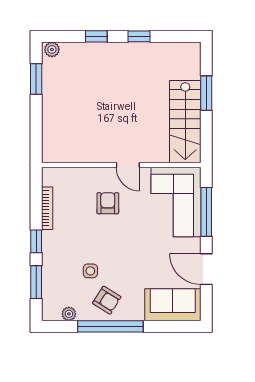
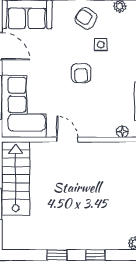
floor lamp: (66, 174) -> (122, 132), added
armchair: (108, 203) -> (81, 73), moved

